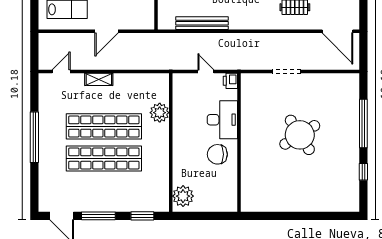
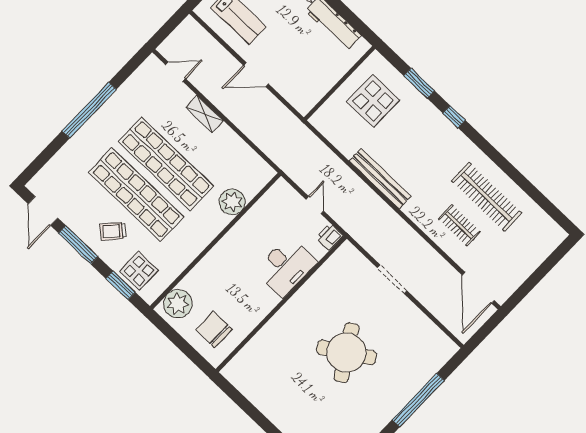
bench: (202, 23) -> (380, 179), moved
chair: (217, 154) -> (214, 329), moved
trolley: (110, 190) -> (113, 231), added
display table: (145, 198) -> (139, 271), added

